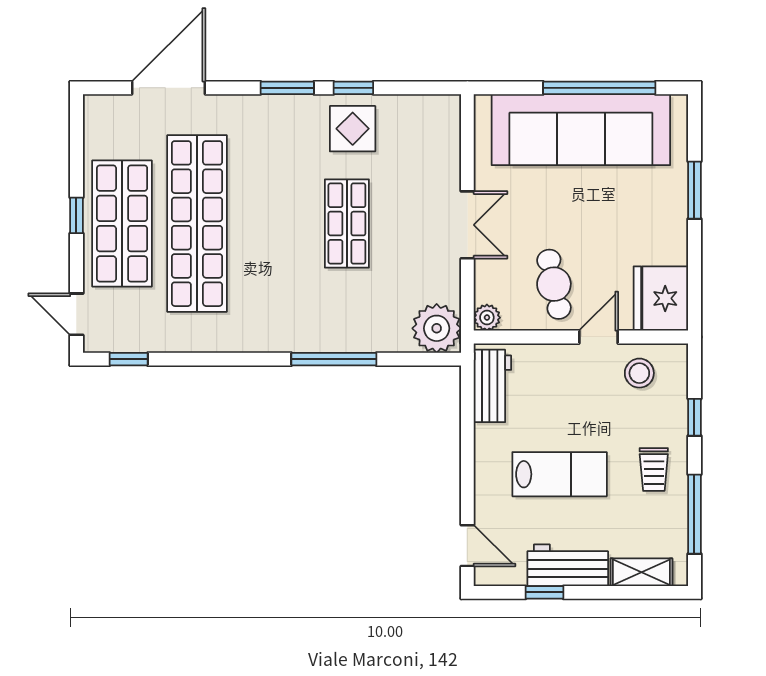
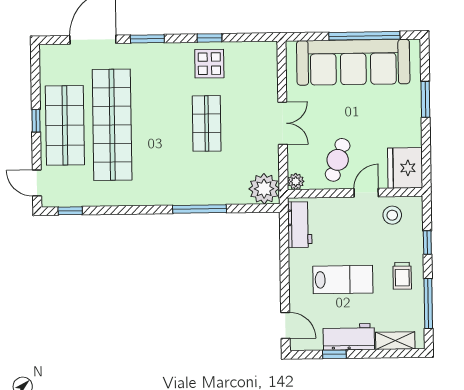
window: (287, 88) -> (147, 39), moved
cafe table: (554, 284) -> (338, 160), turned 31

